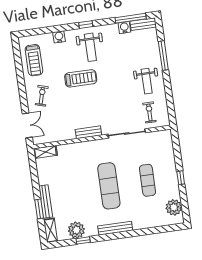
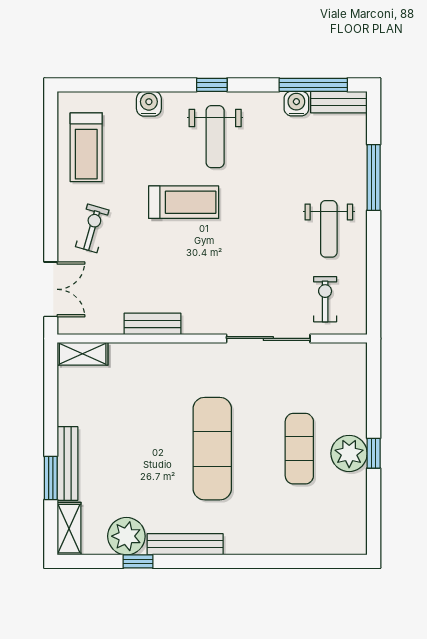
bench: (88, 132) -> (153, 324), moved
plant: (174, 207) -> (349, 453), moved
bench: (115, 228) -> (185, 544), moved

